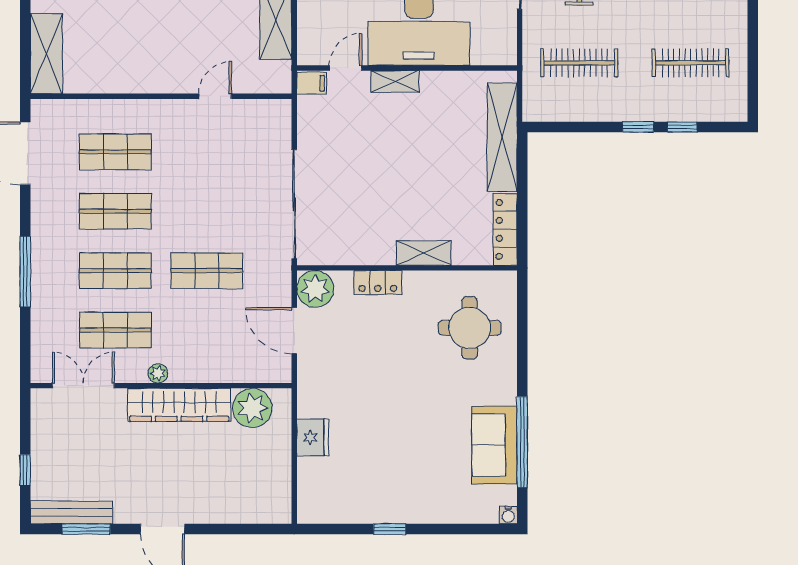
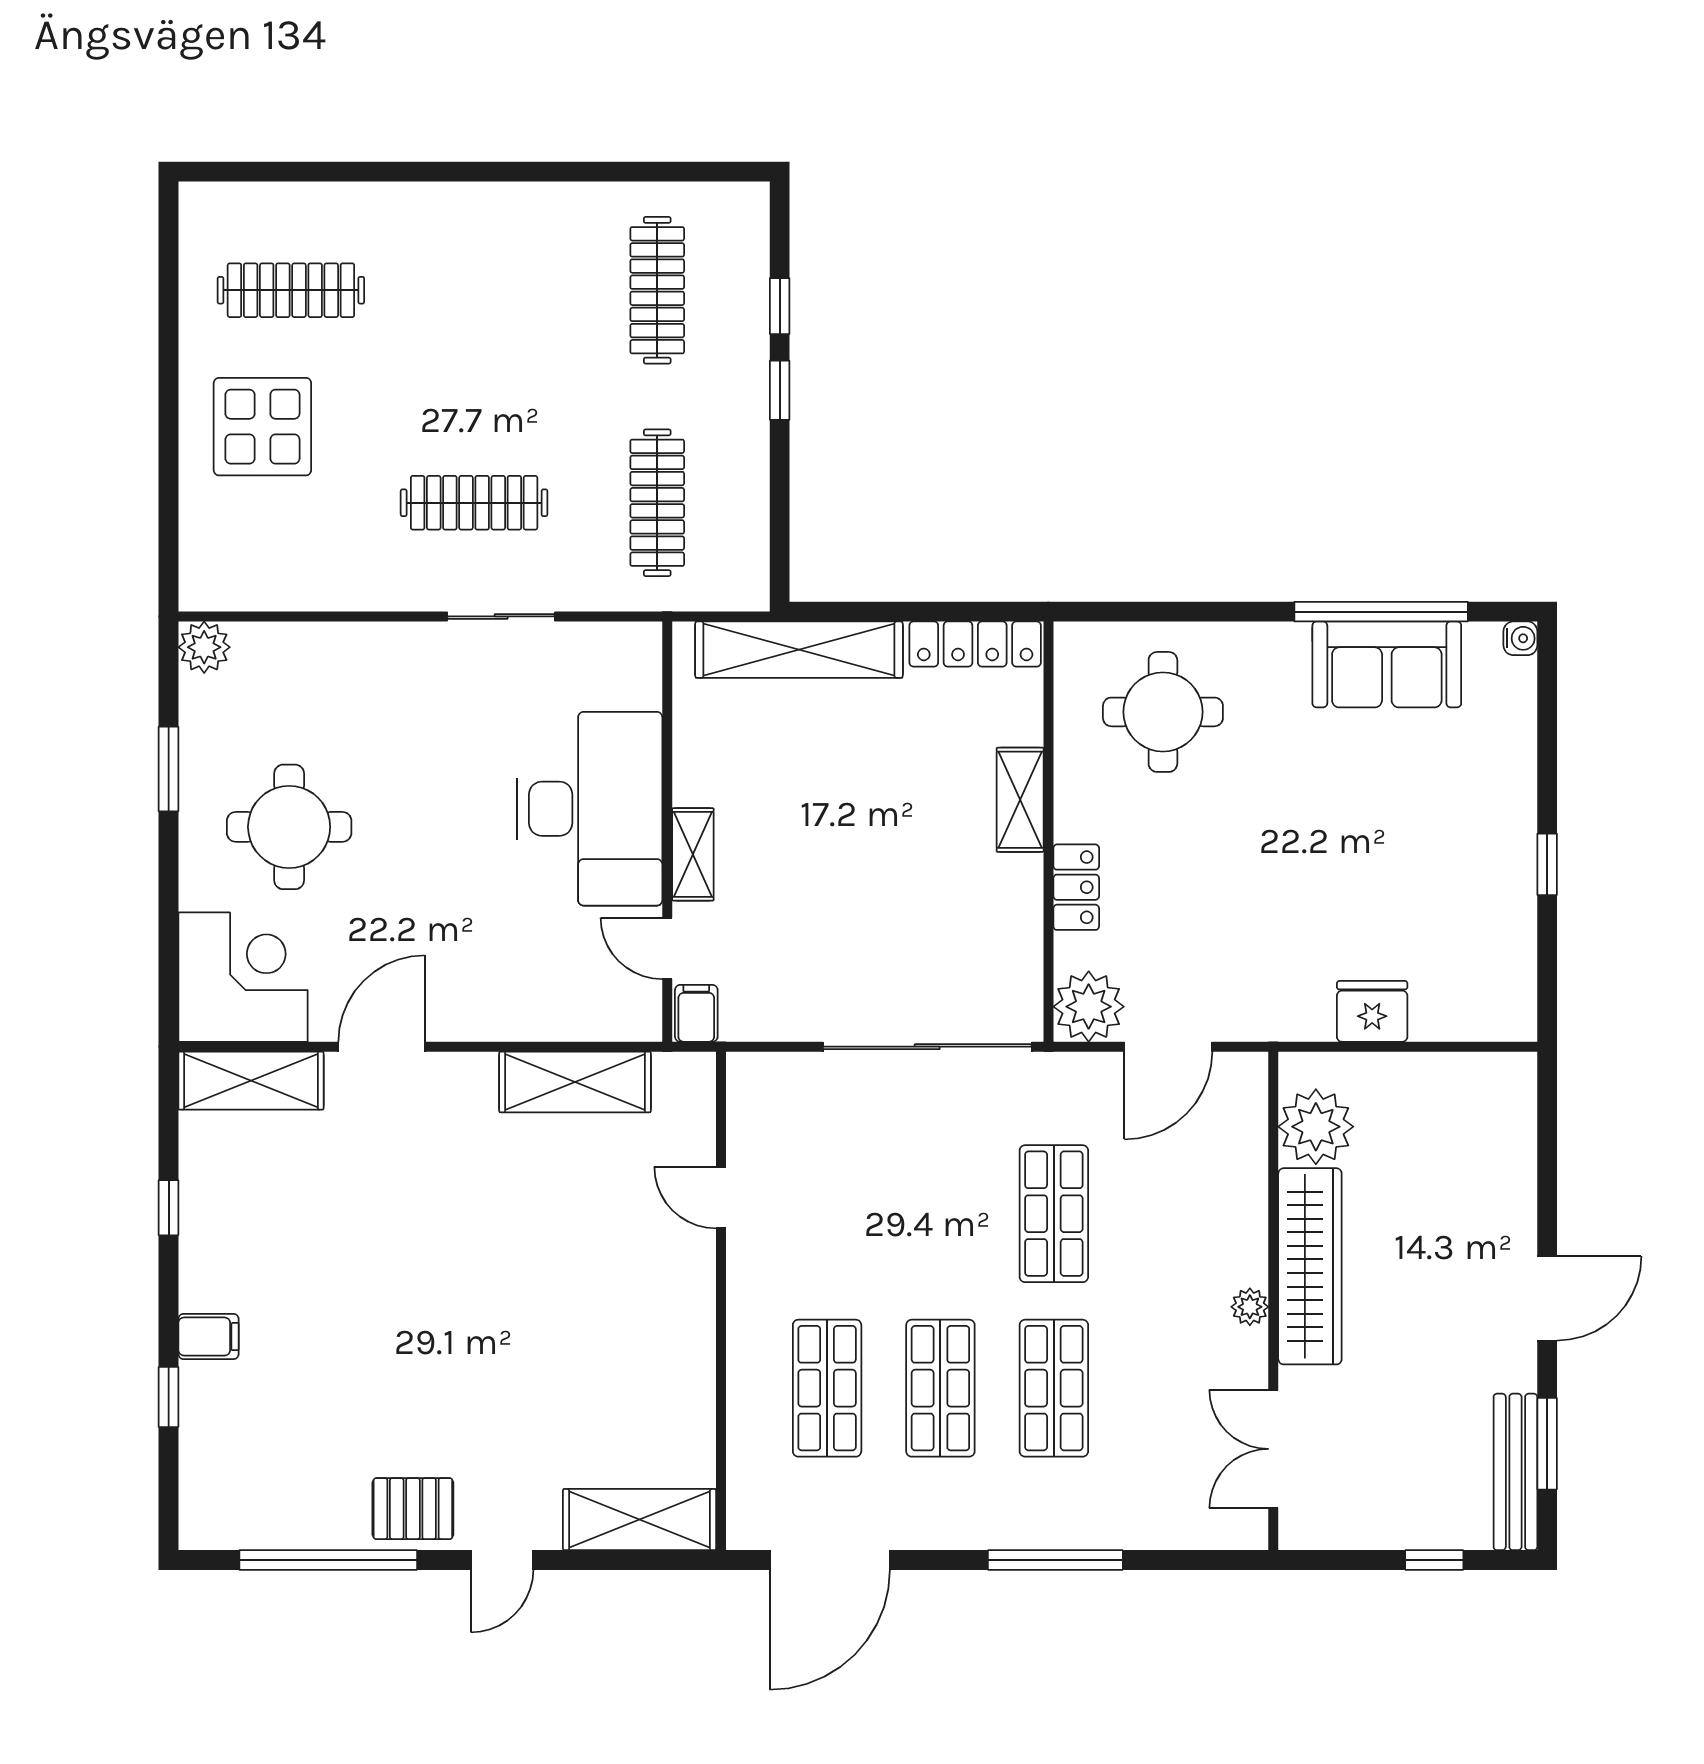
shop shelf: (115, 330) -> (1167, 1388), removed

